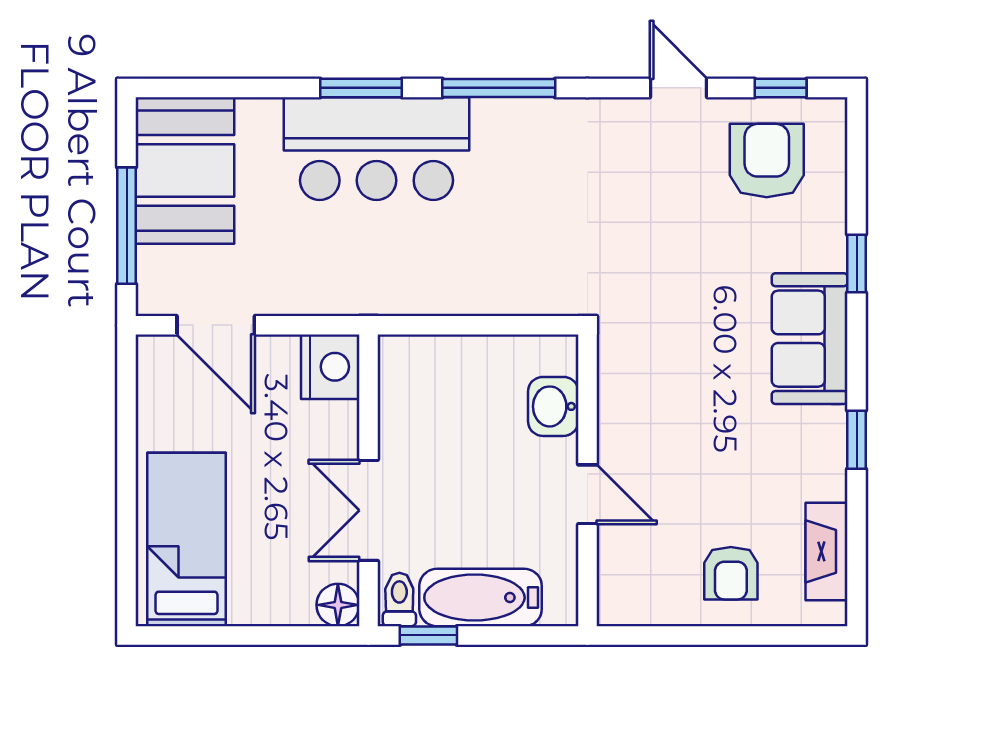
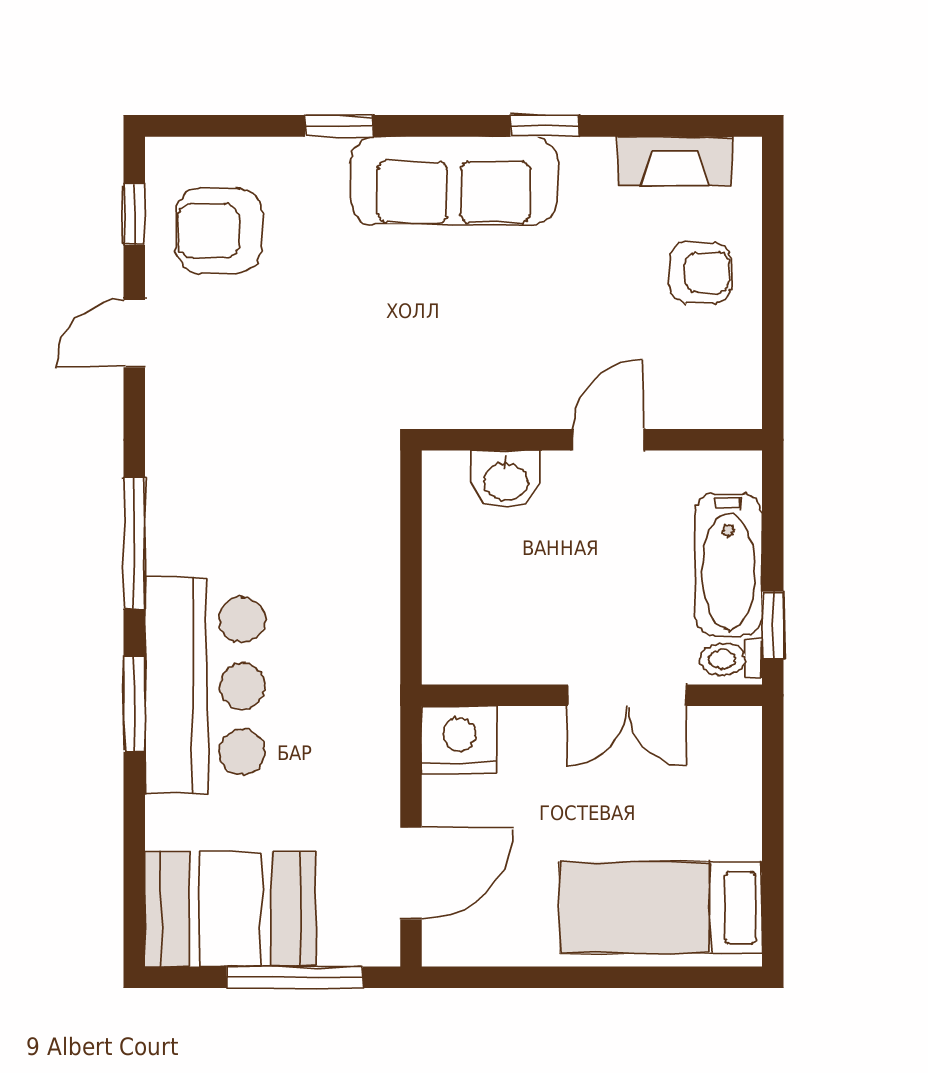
sofa: (810, 339) -> (454, 181), width x1.36
floor lamp: (338, 605) -> (737, 731), removed

